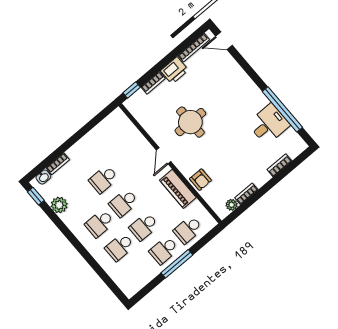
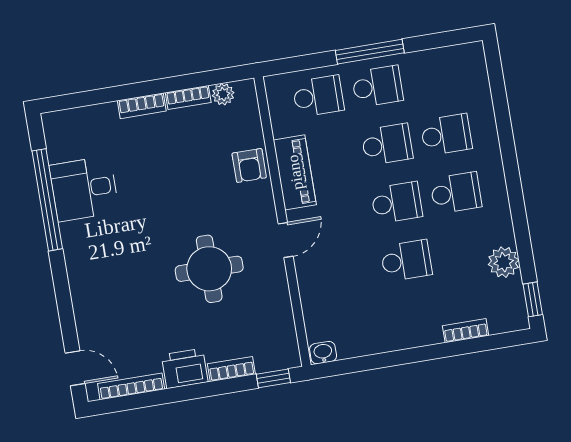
bookcase: (279, 165) -> (142, 106), moved
washbasin: (43, 177) -> (323, 353), moved
armchair: (200, 180) -> (249, 165), turned 180

